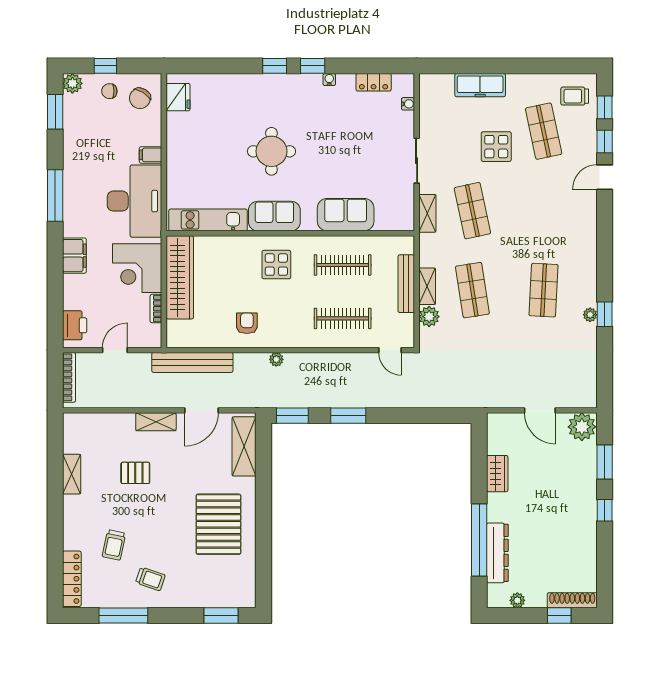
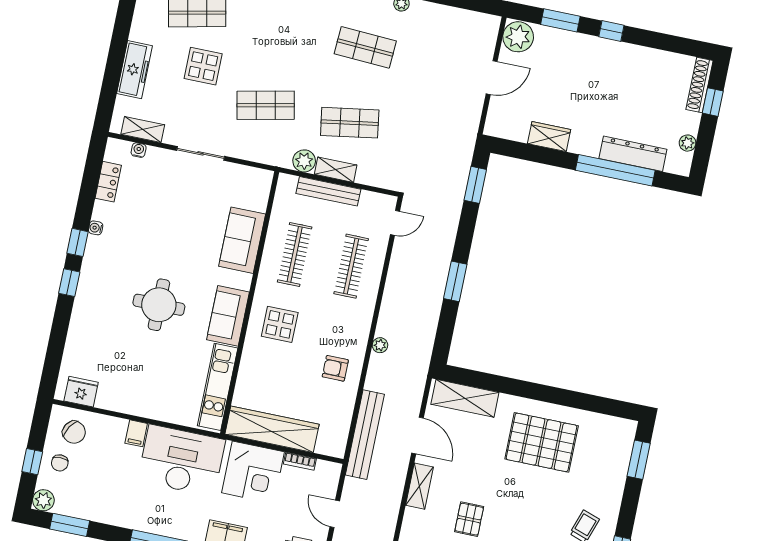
shelving: (427, 213) -> (143, 129), moved
plant: (429, 317) -> (304, 161), moved
window: (292, 416) -> (475, 185), moved

